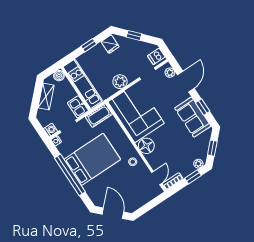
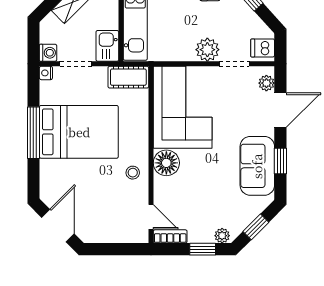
plant: (120, 82) -> (207, 50), moved
window: (70, 175) -> (33, 133), width x0.68
door: (157, 178) -> (151, 217), hinge flipped

